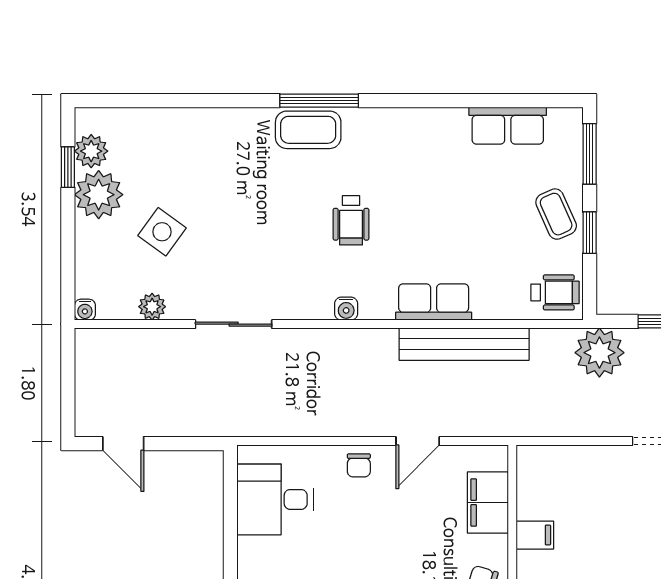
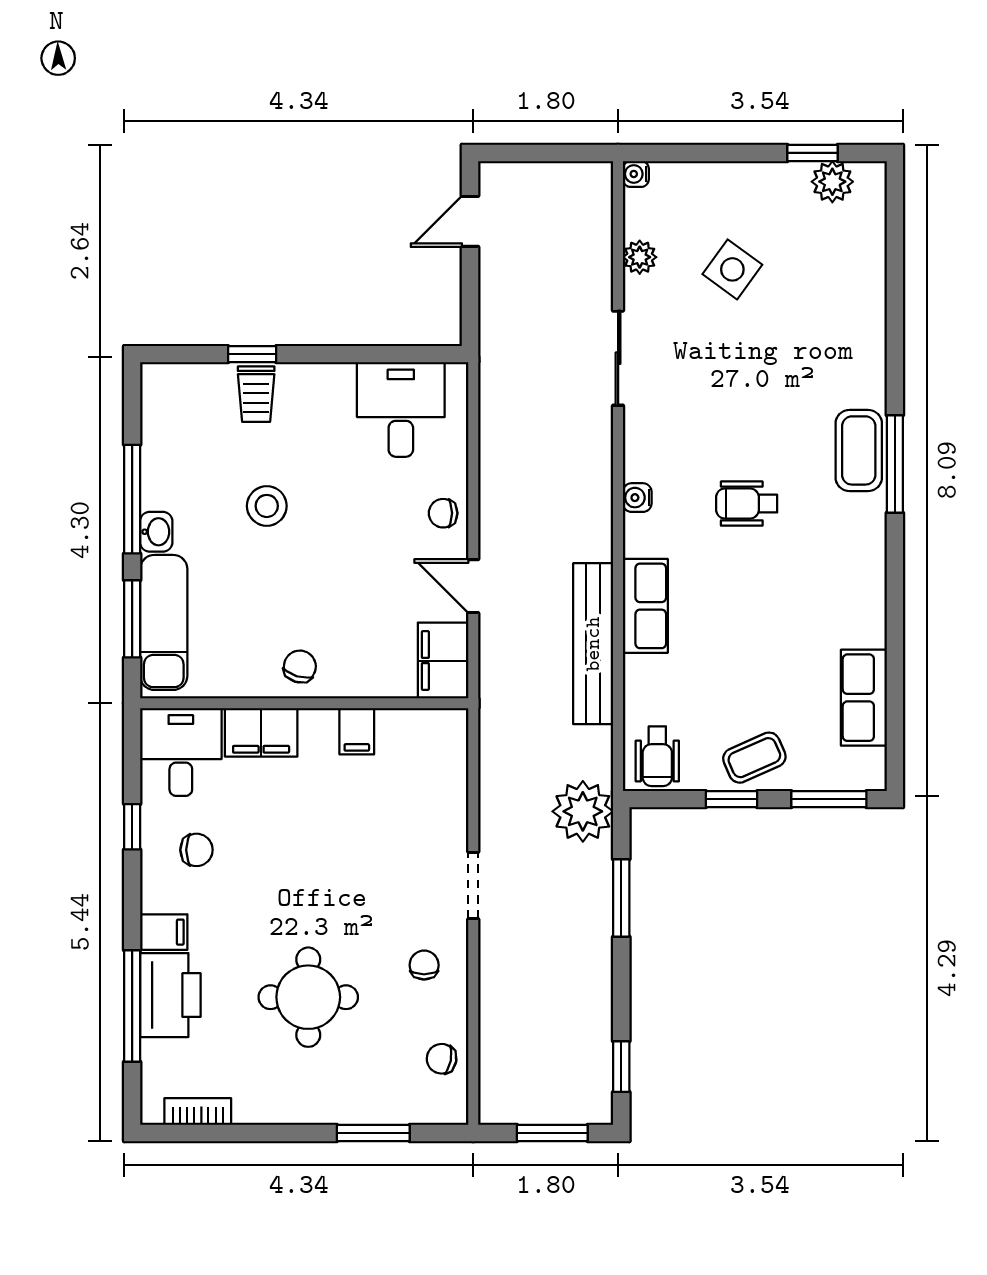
plant: (99, 195) -> (778, 191), removed
filing cabinet: (488, 503) -> (443, 661), moved, turned -90

